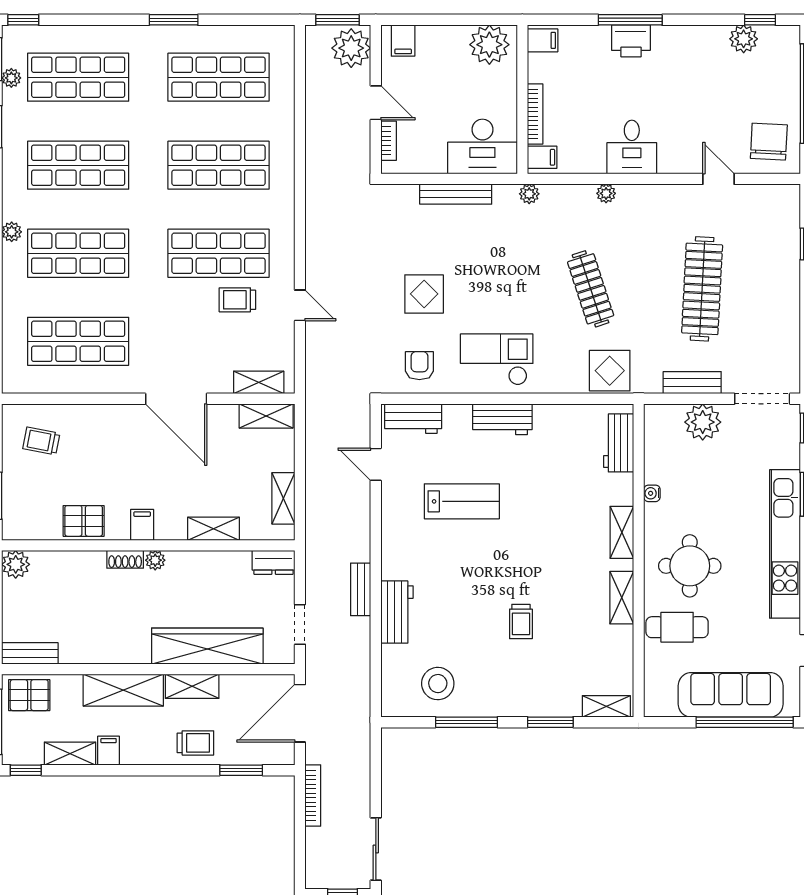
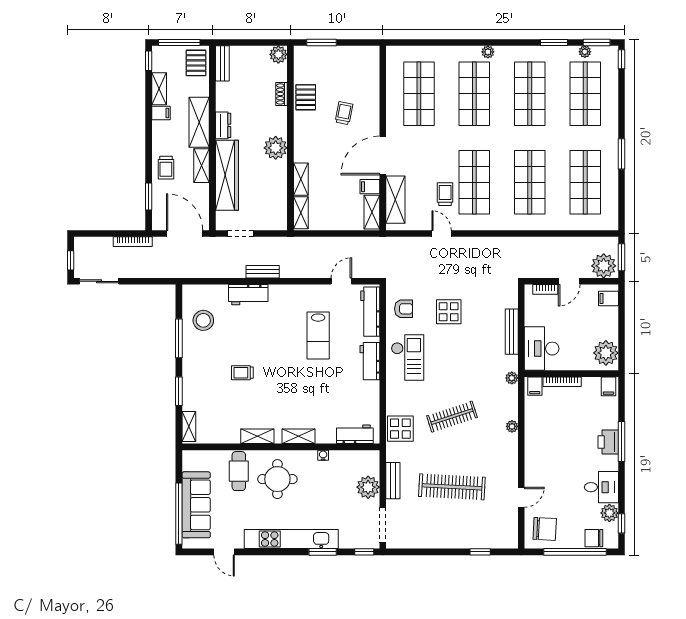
chair: (783, 64) -> (594, 538), added
desk: (632, 147) -> (601, 487), moved, turned 180
door: (300, 305) -> (442, 234), swing flipped
shelving: (259, 382) -> (395, 200), width x1.50, depth x1.33
workbench: (413, 419) -> (370, 312), width x1.38
trolley: (41, 441) -> (344, 113), moved
shelving: (283, 498) -> (301, 213), moved, turned 90
filing cabinet: (142, 525) -> (370, 187), moved, turned 180
shoe rack: (125, 559) -> (282, 94), moved
plant: (155, 560) -> (276, 148), width x1.88, depth x1.88
dresser: (274, 562) -> (223, 125), moved, turned 180

